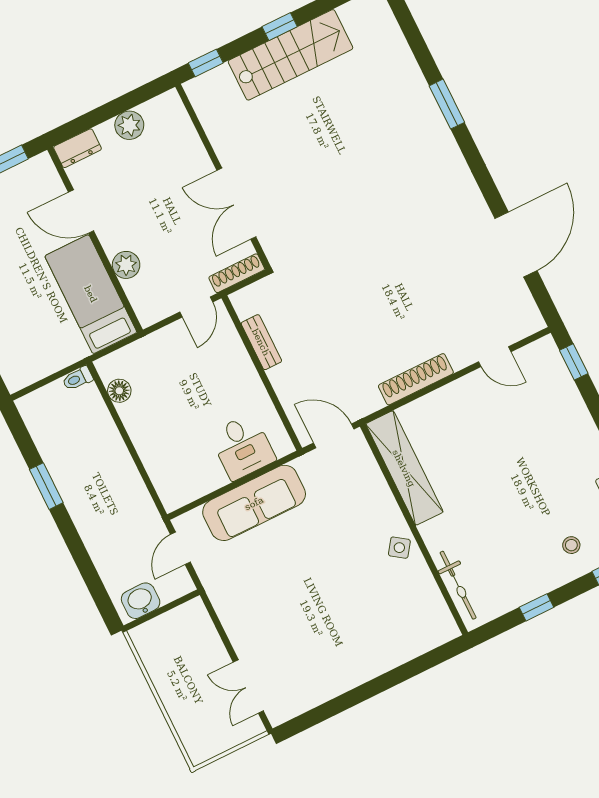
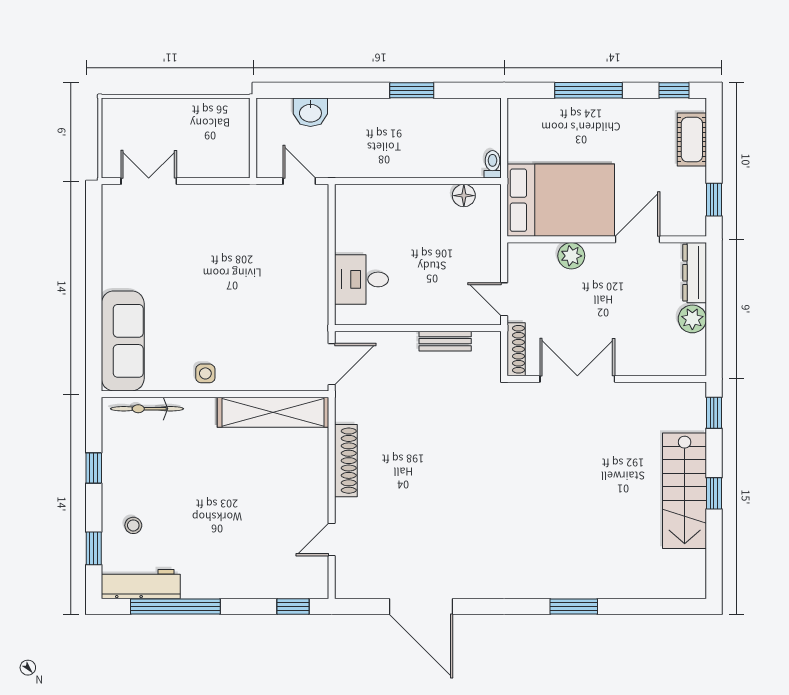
dresser: (77, 148) -> (695, 273), width x1.44
bed: (91, 294) -> (561, 200), width x1.50
sofa: (254, 503) -> (123, 341), moved, turned 180
side table: (399, 548) -> (205, 373), turned -35
washbasin: (141, 601) -> (310, 112), moved, turned 90

